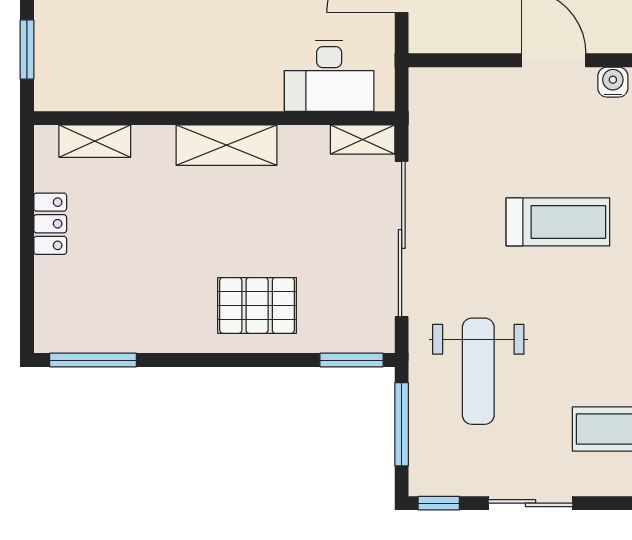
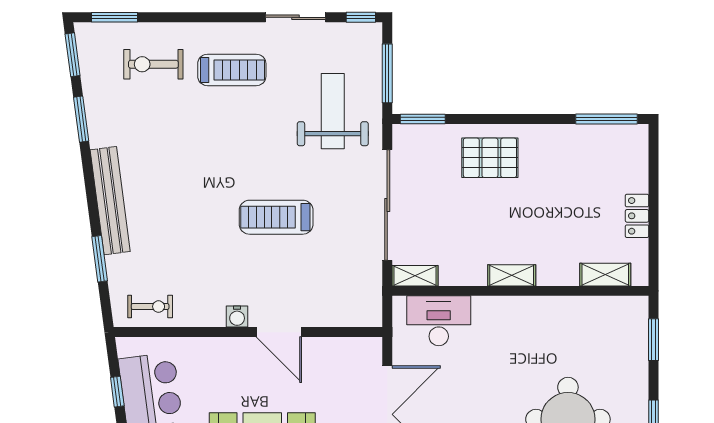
shelving: (227, 145) -> (512, 275), width x0.67, depth x0.75

